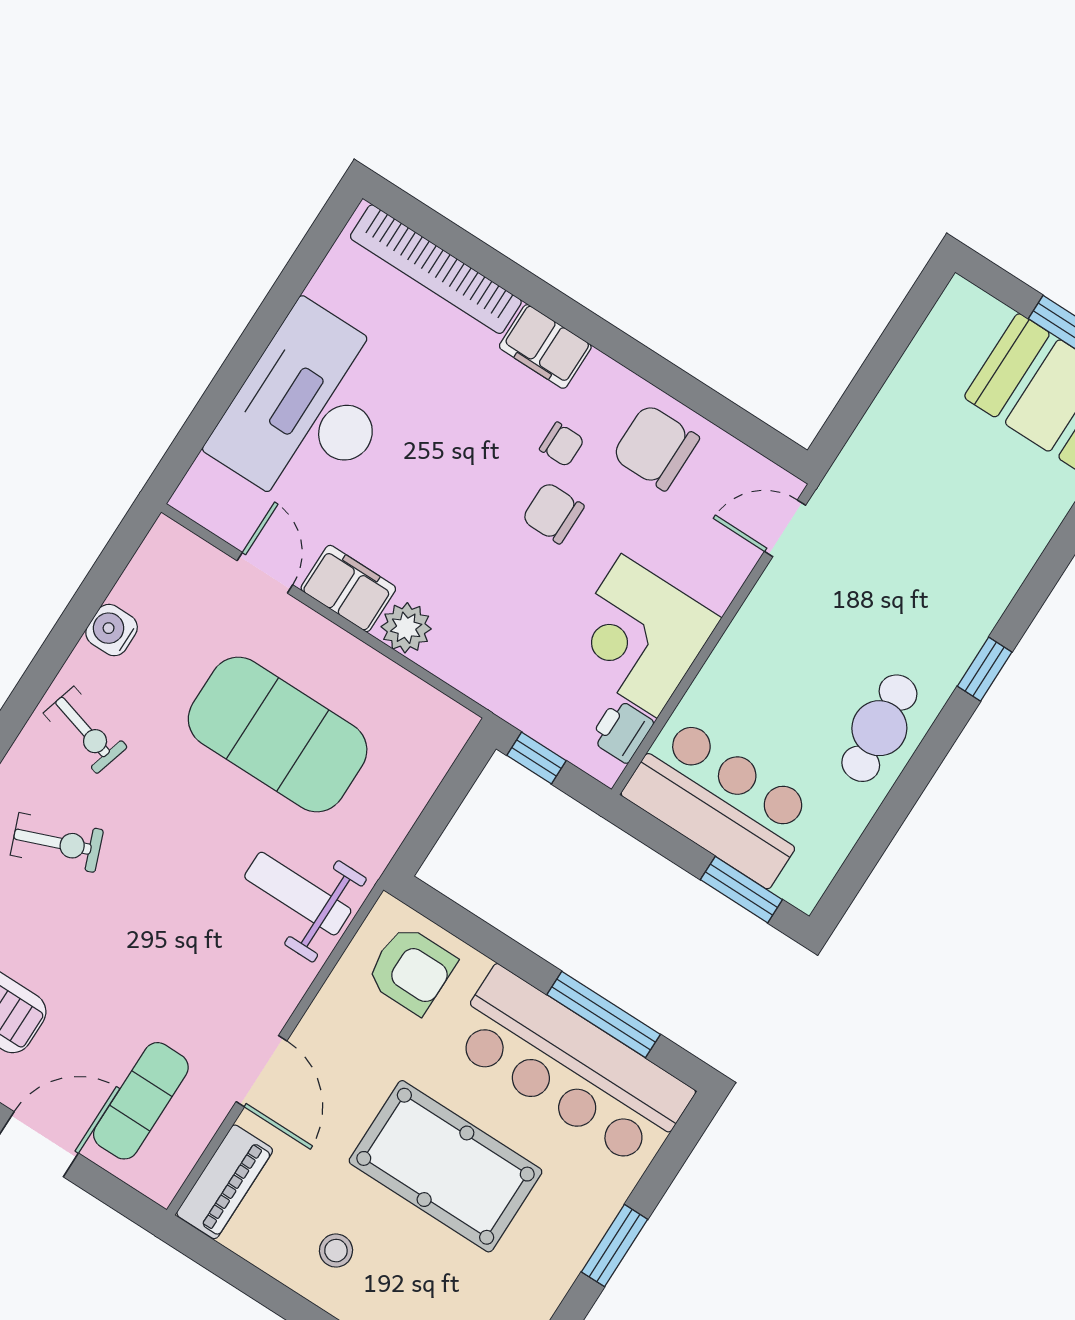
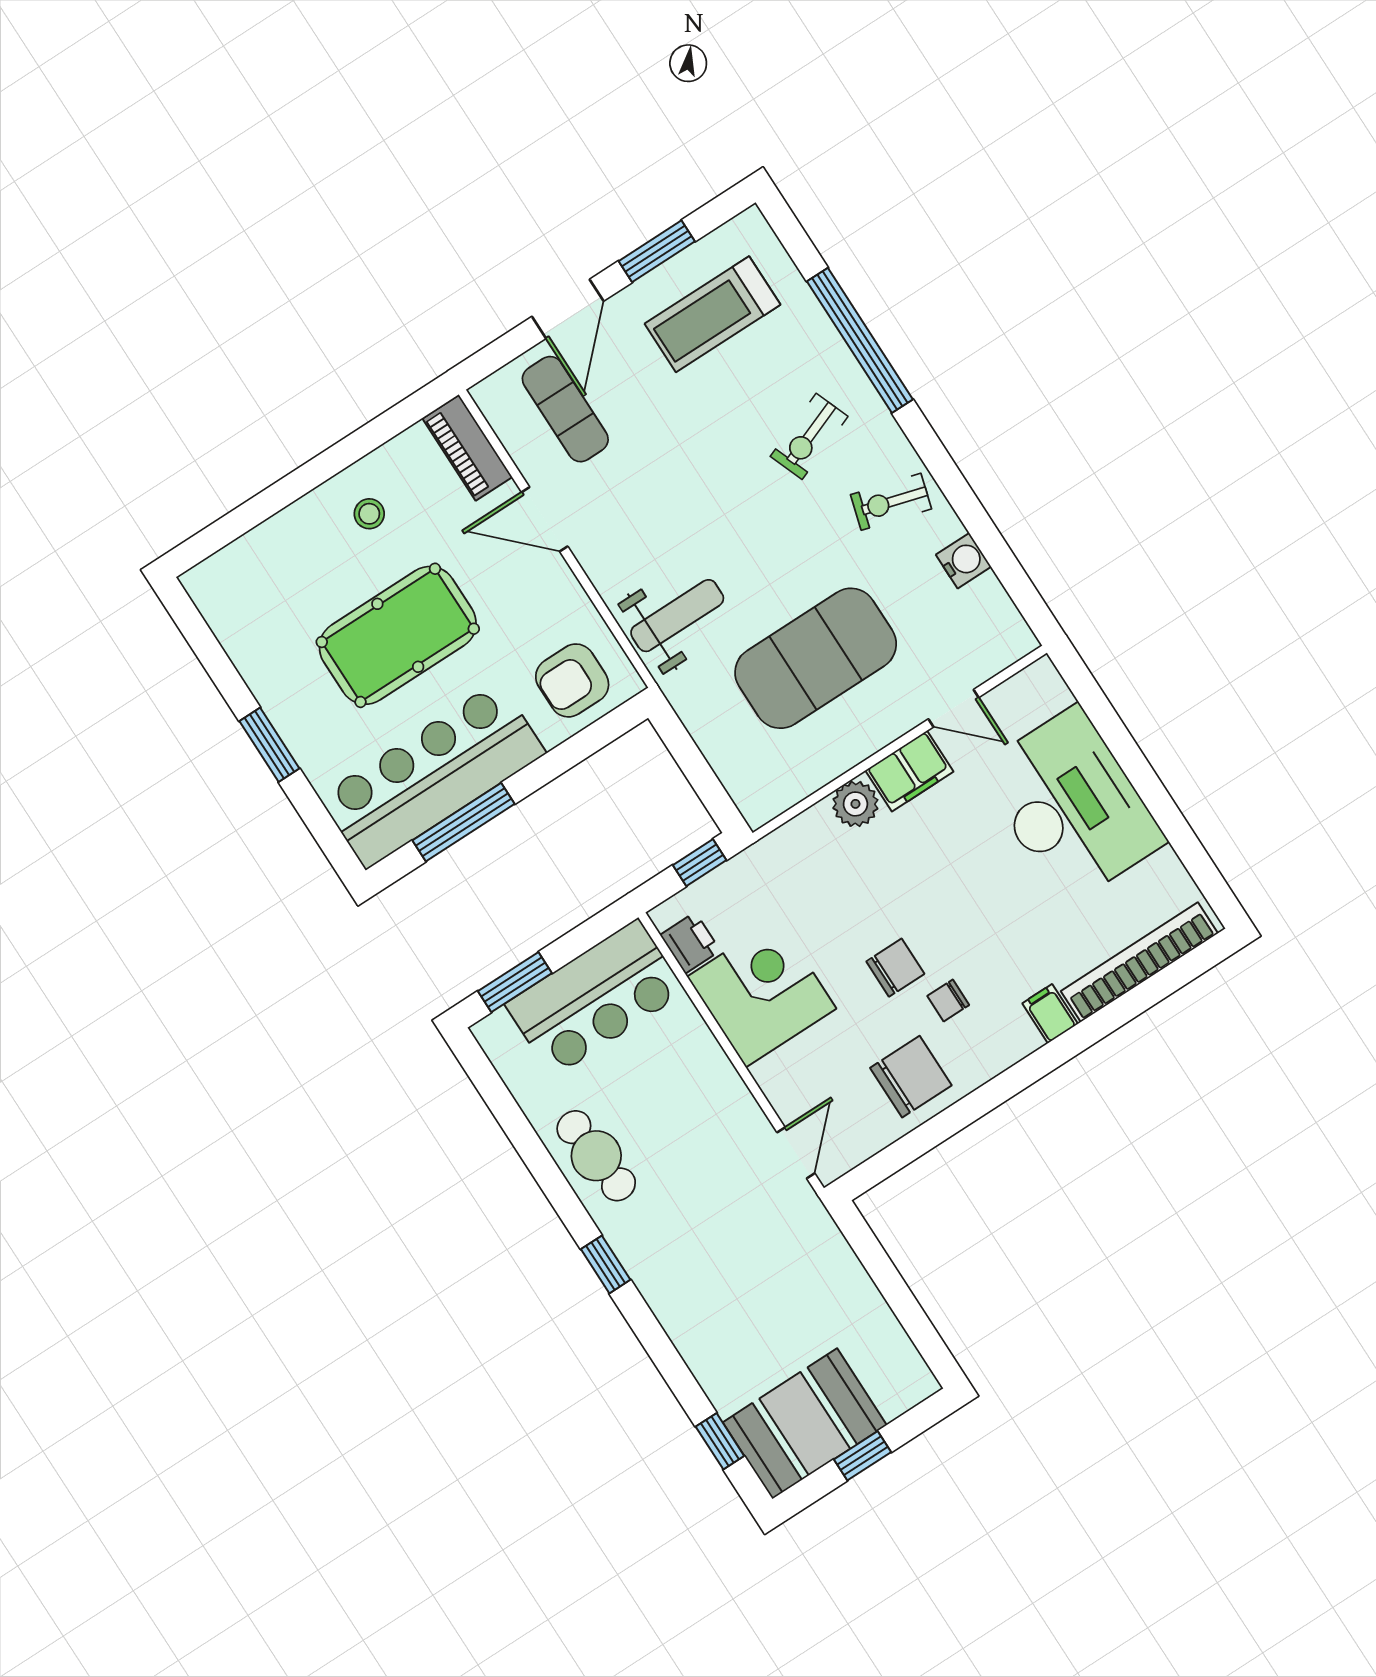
filing cabinet: (545, 346) -> (1050, 1014), width x0.50

